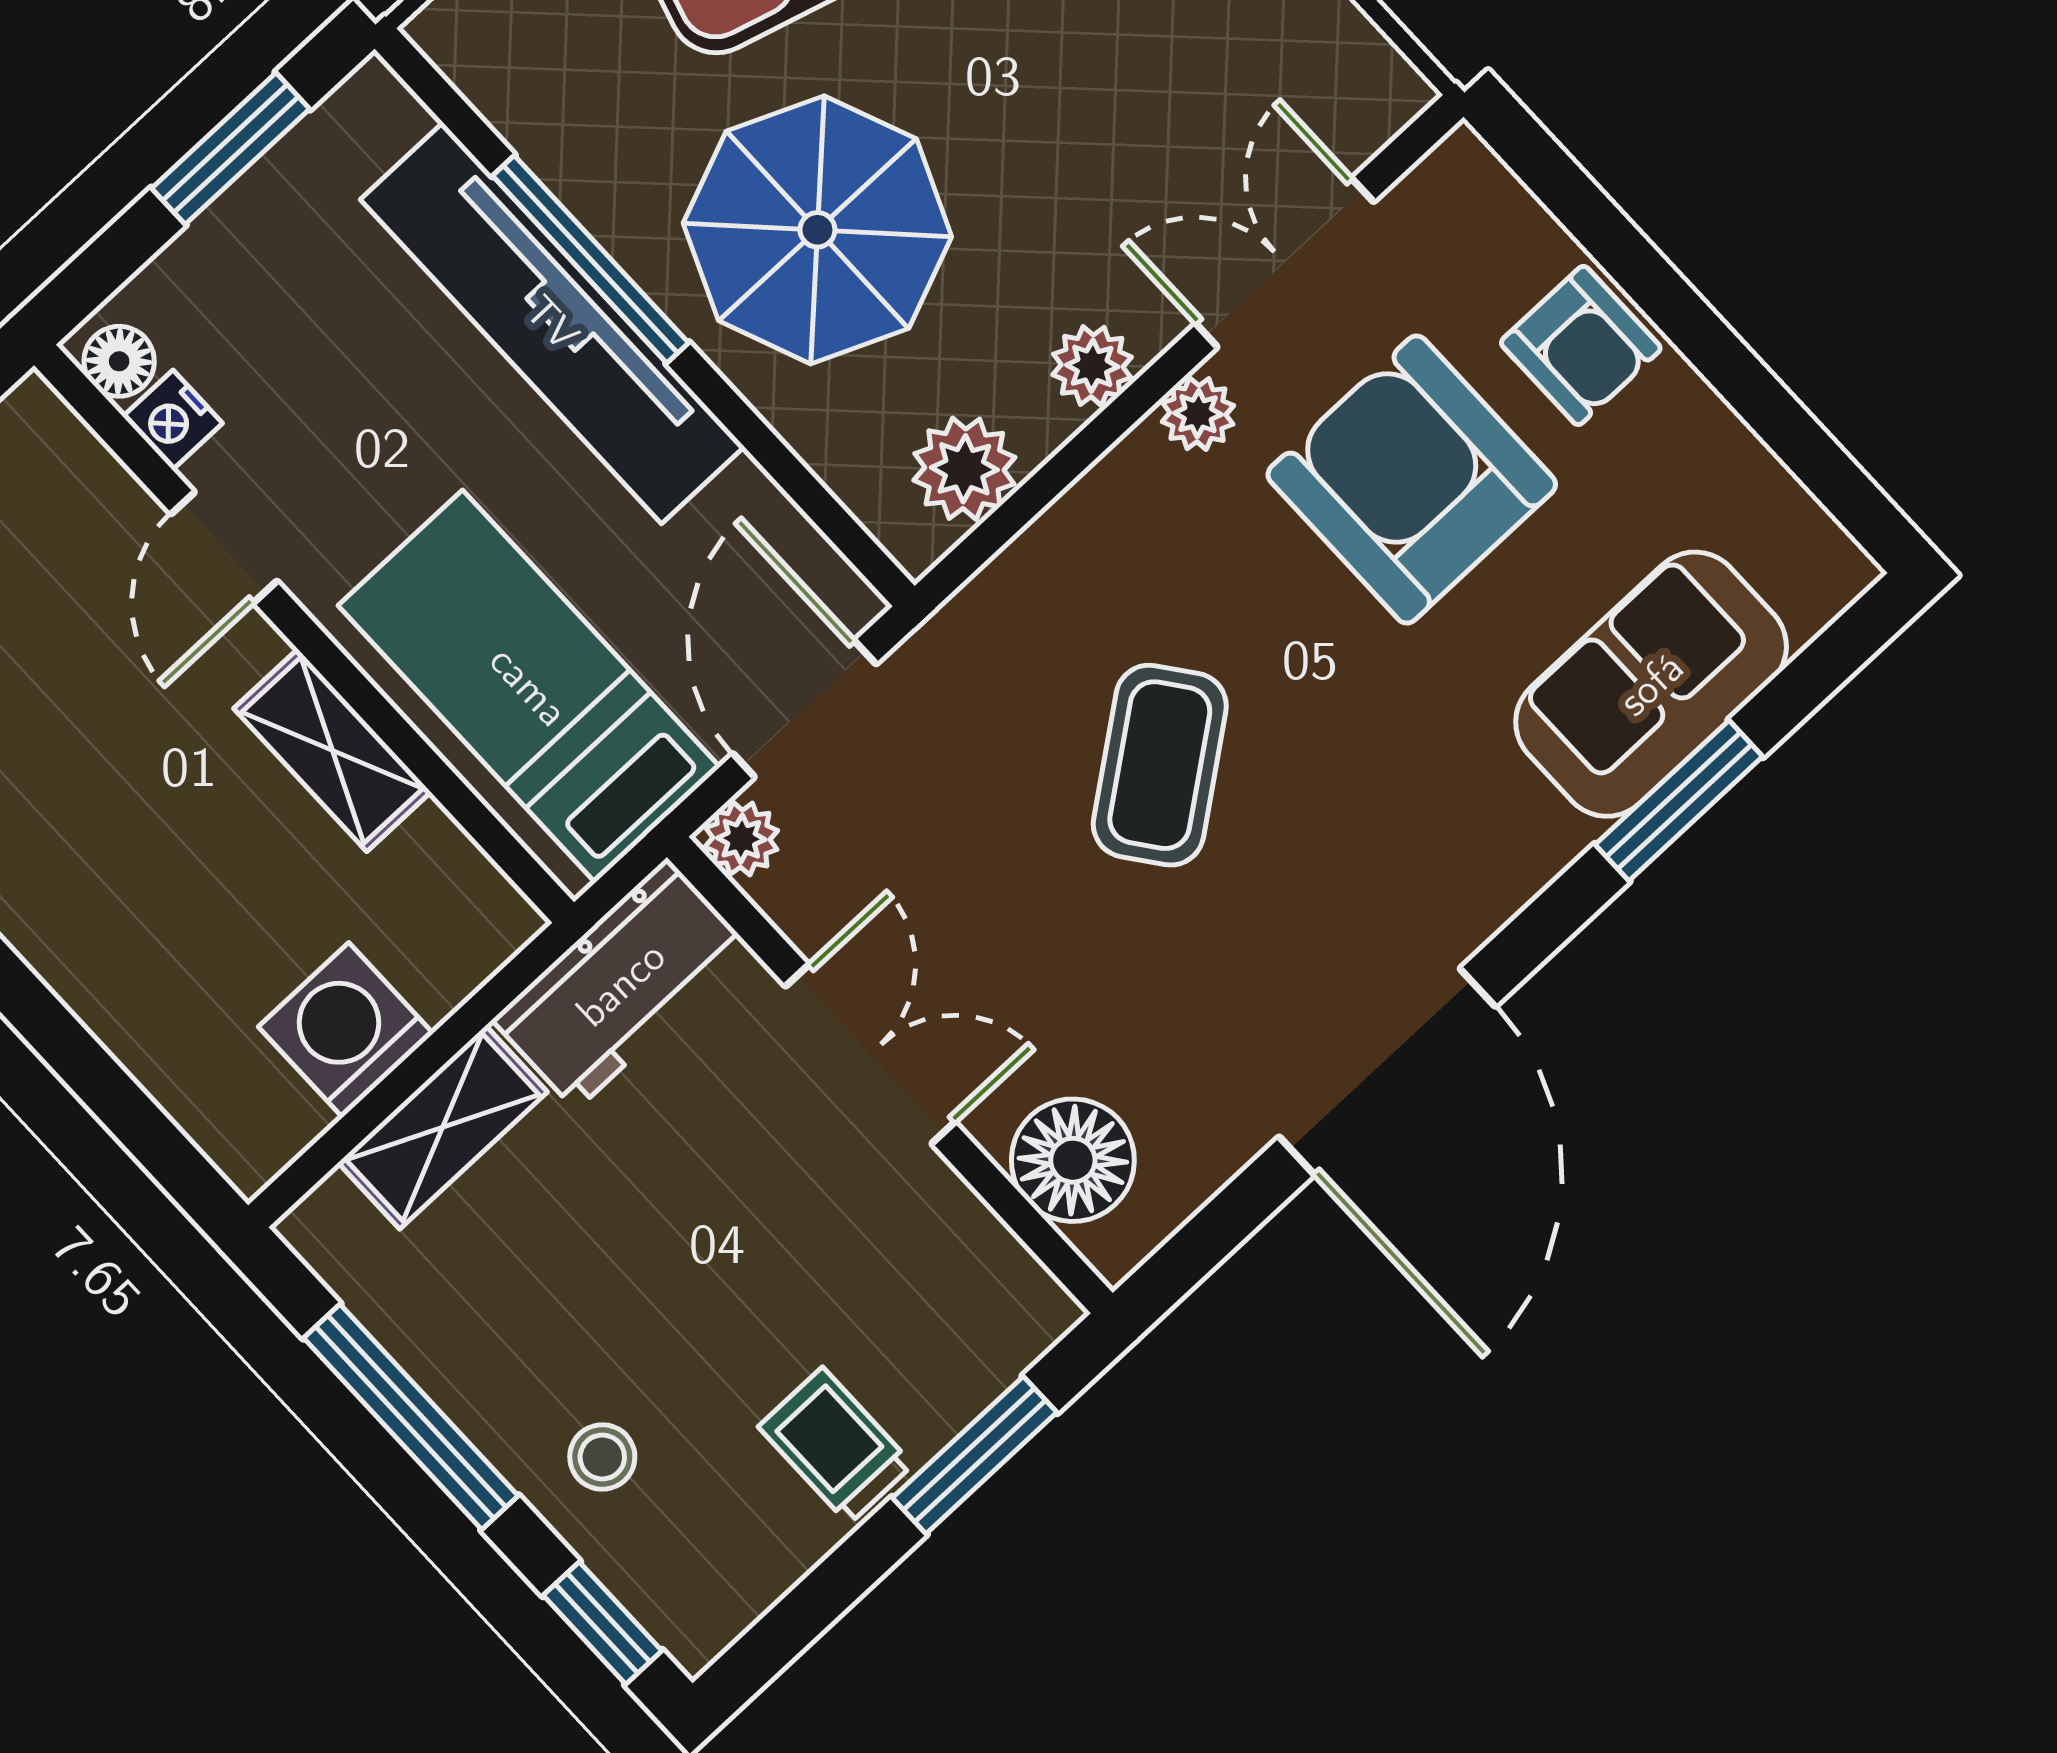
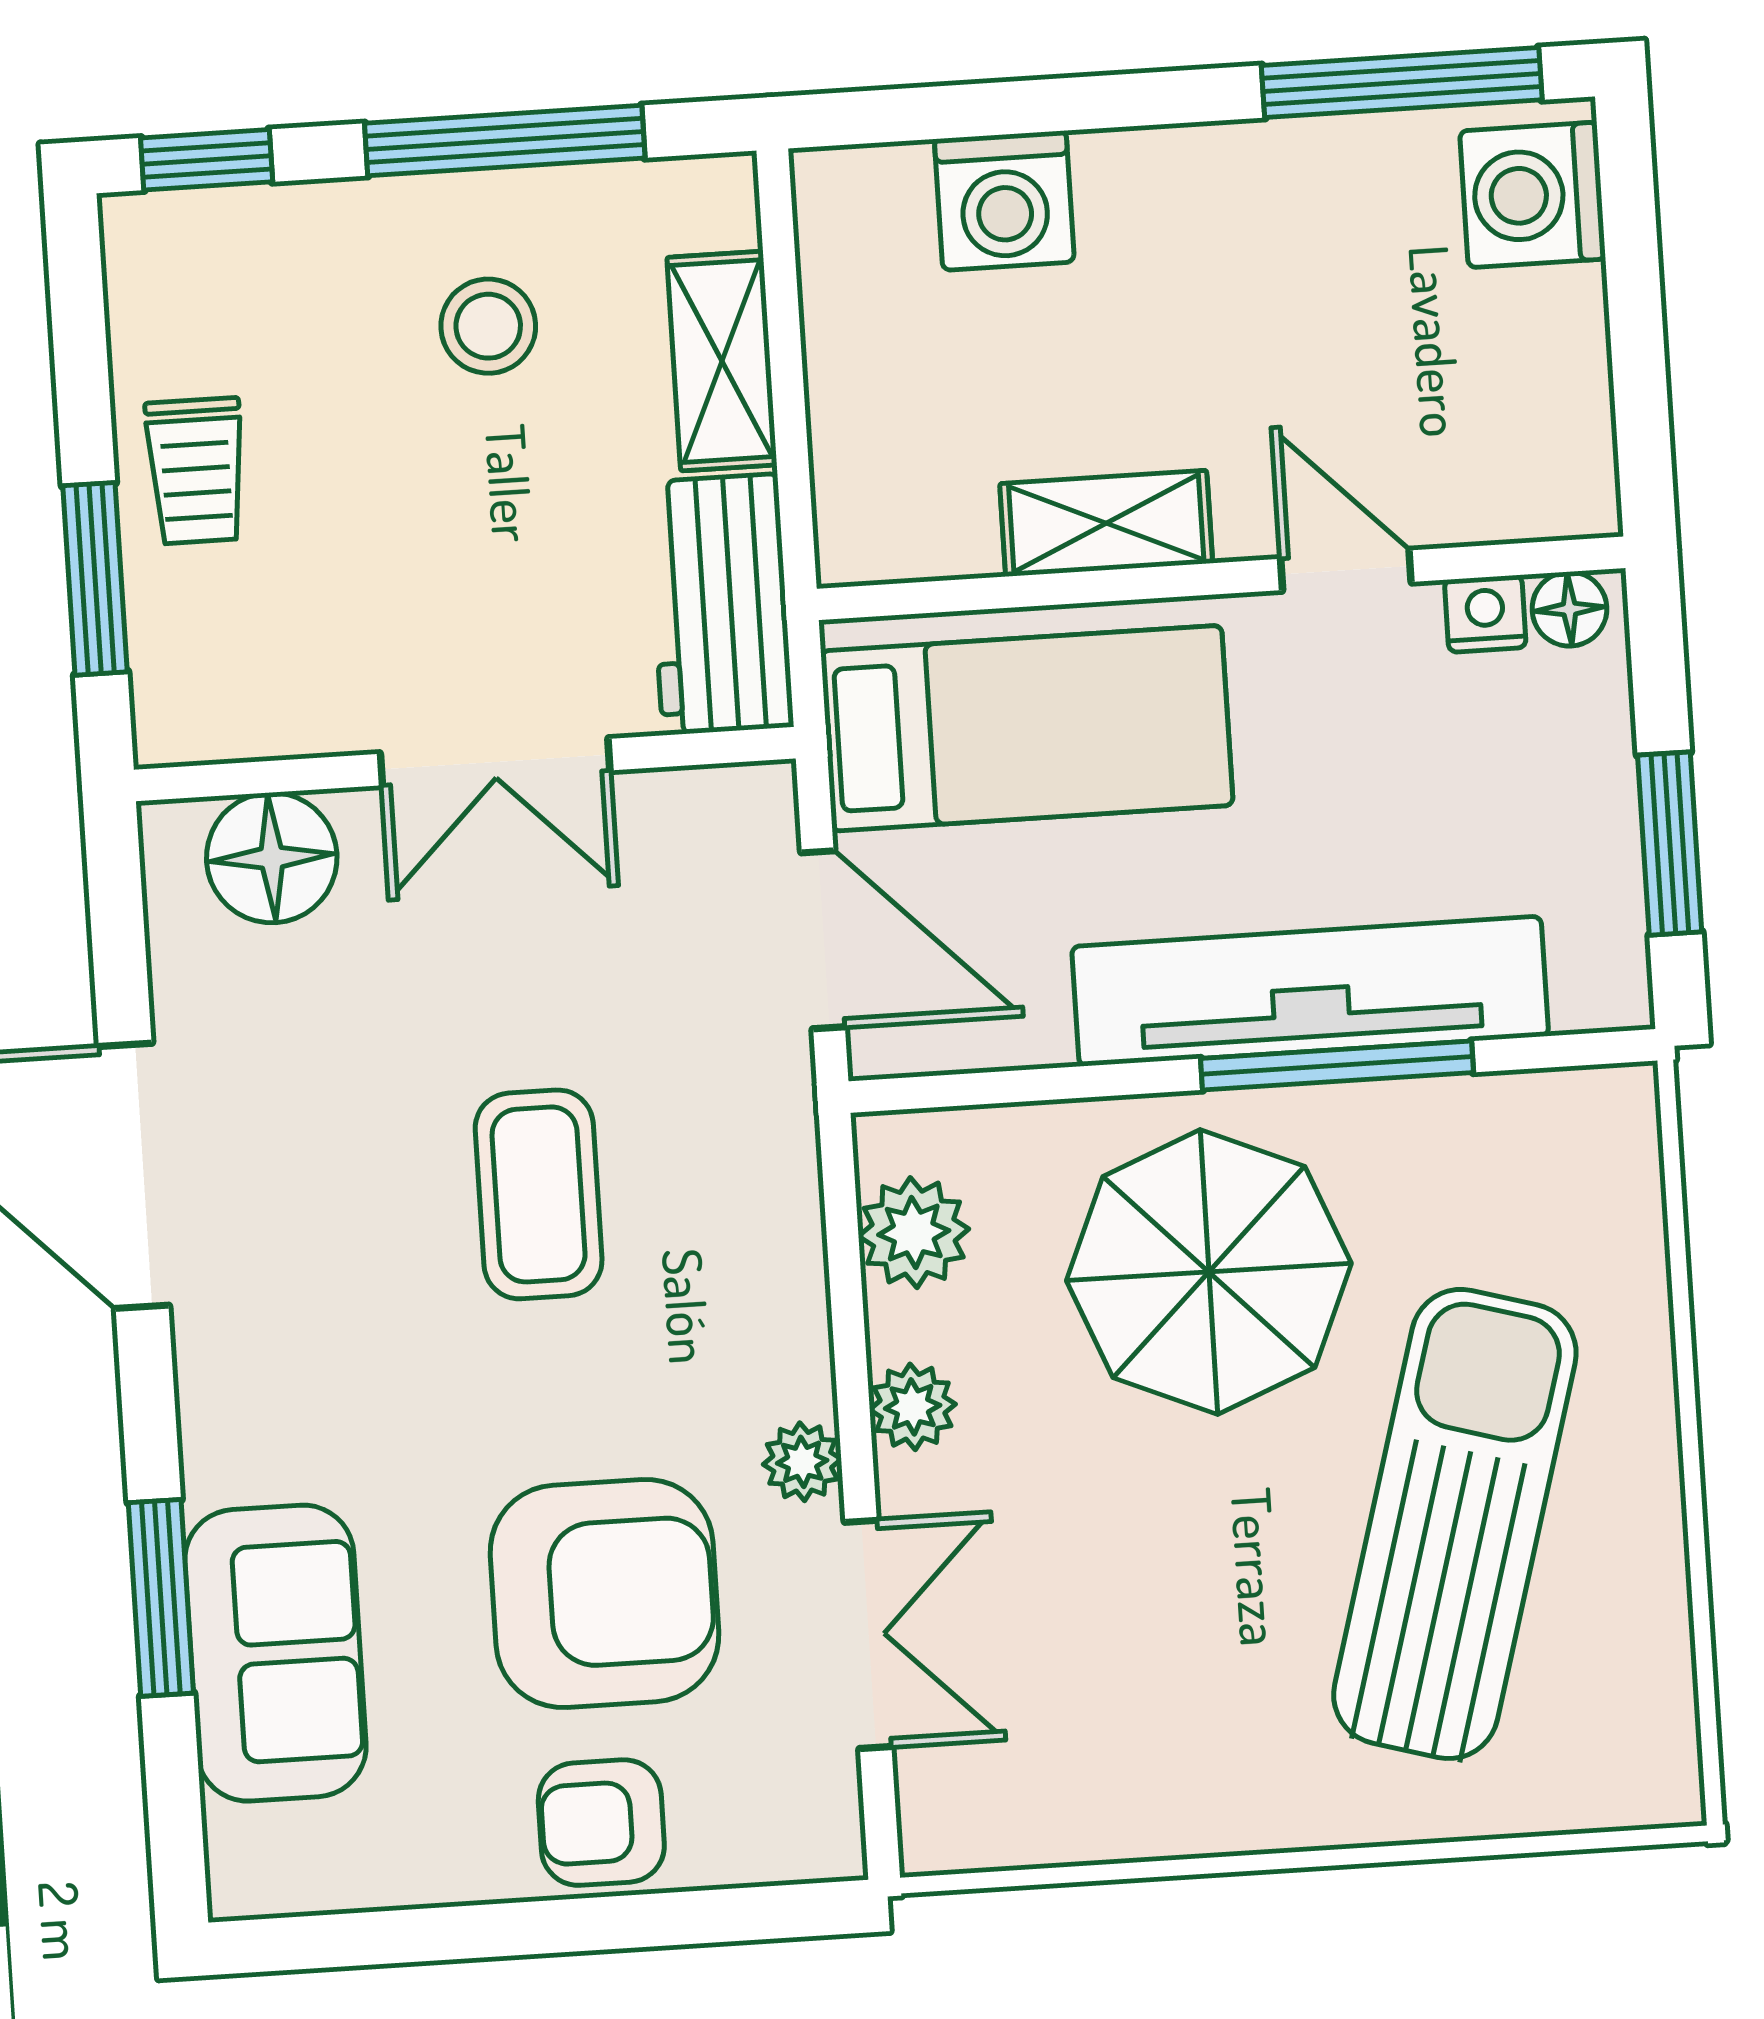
coffee table: (1160, 765) -> (539, 1194), turned 37
plant: (741, 839) -> (759, 801), removed
washing machine: (346, 1030) -> (1004, 201), moved, turned 90
trolley: (836, 1446) -> (196, 471), turned 90
stool: (602, 1457) -> (488, 326), moved, width x1.37, depth x1.37

